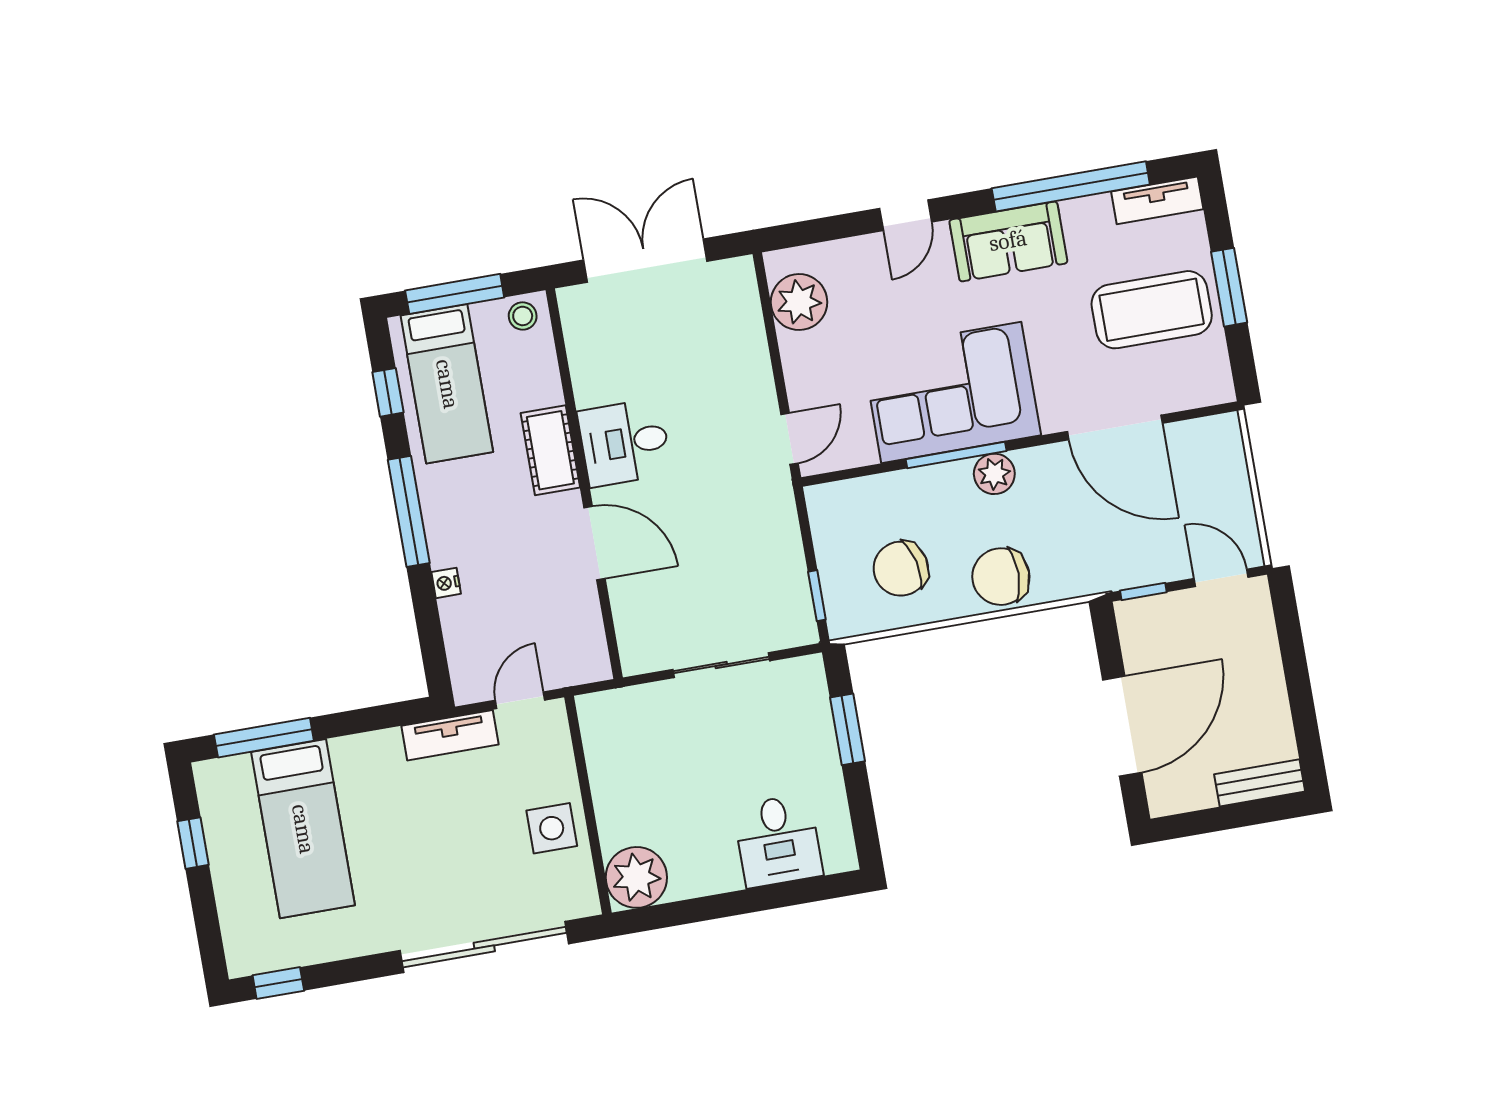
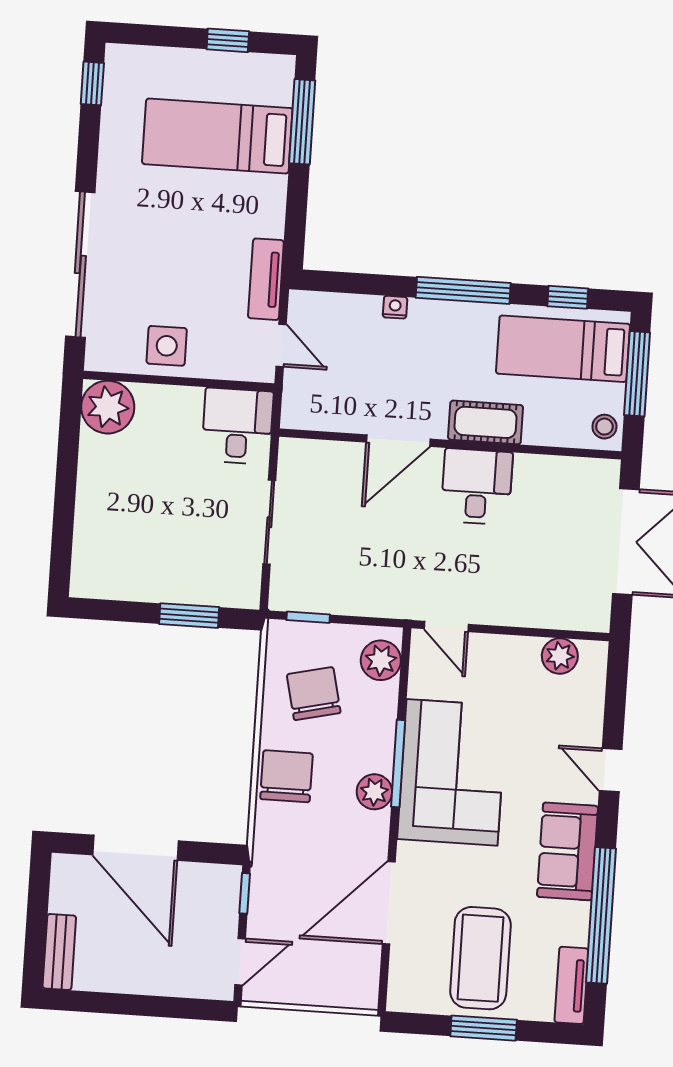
plant: (799, 302) -> (560, 656), width x0.73, depth x0.73
plant: (845, 503) -> (381, 660), added
desk: (778, 841) -> (237, 426), moved, turned 90

